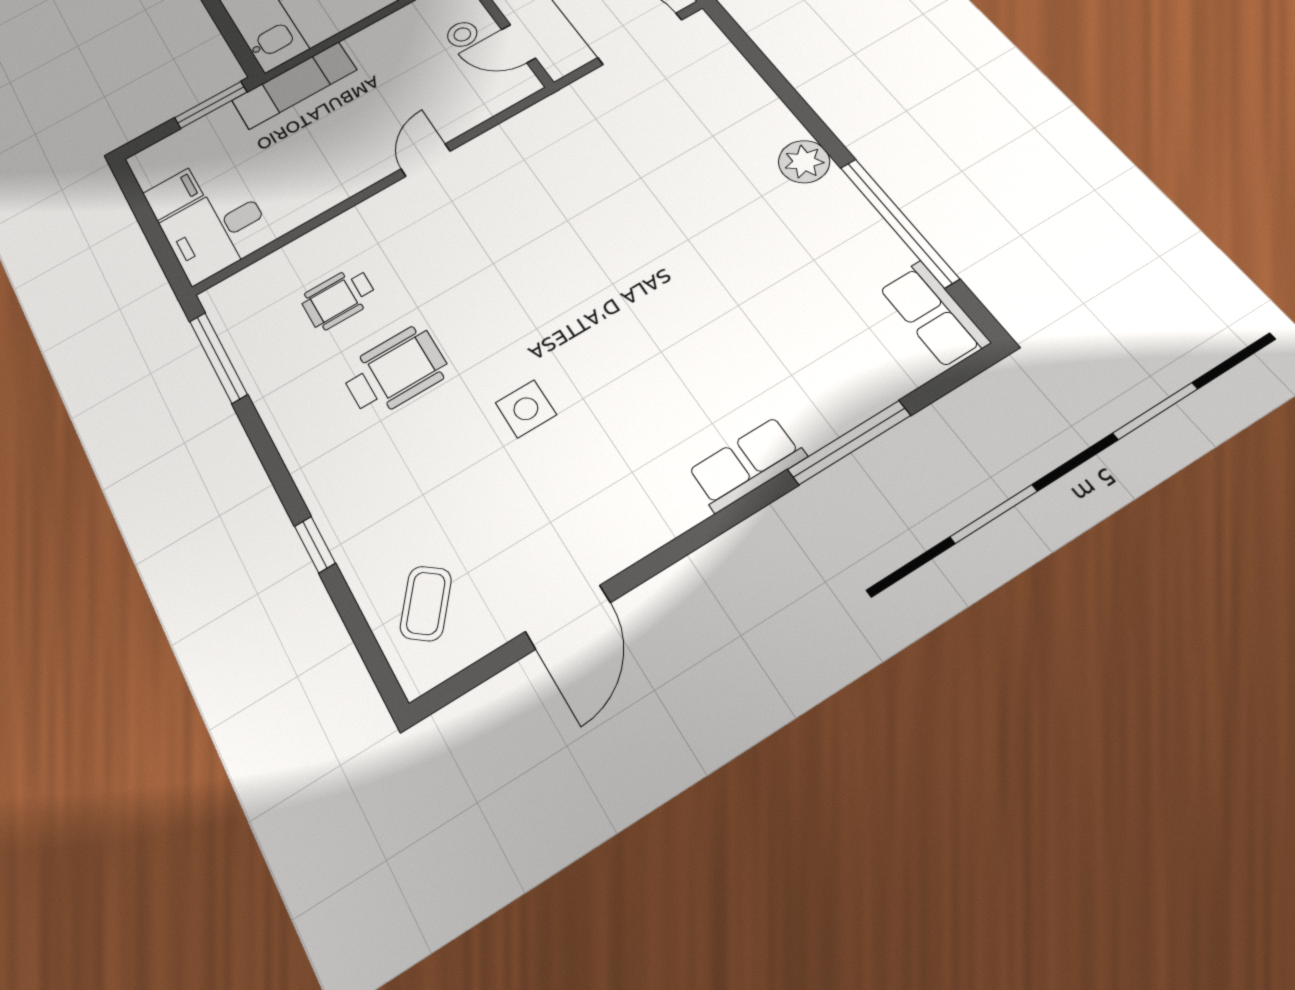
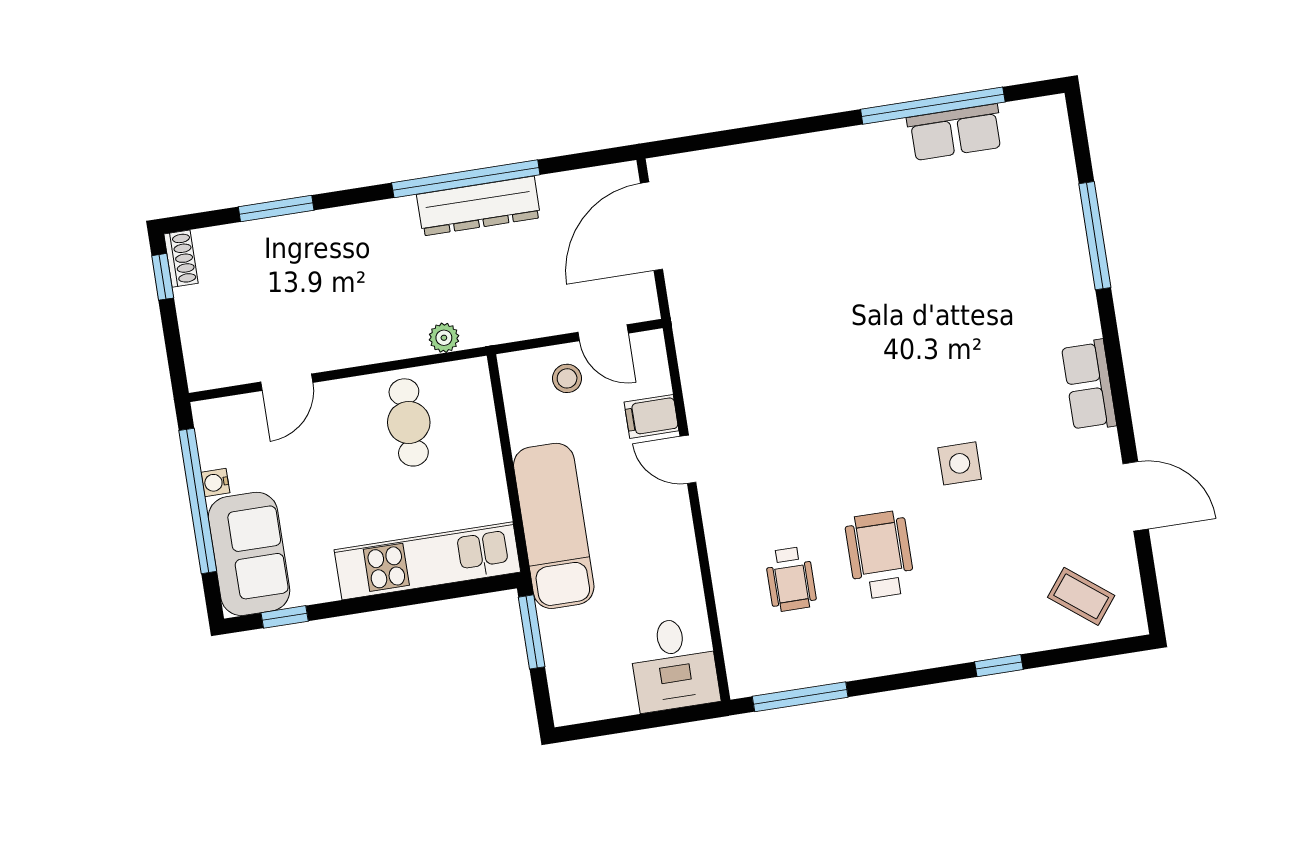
door: (519, 44) -> (603, 333), hinge flipped
exam couch: (294, 85) -> (554, 526), width x1.36, depth x1.45
plant: (804, 162) -> (843, 150), removed
filing cabinet: (173, 194) -> (652, 416), moved, turned -90
row of seats: (934, 314) -> (955, 132), moved
row of seats: (747, 464) -> (1089, 385), moved

